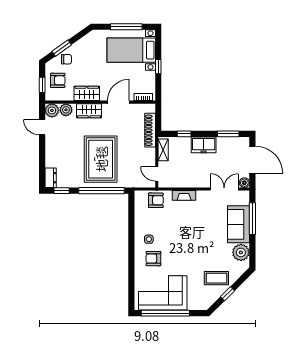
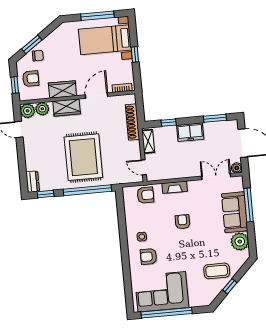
armchair: (188, 229) -> (182, 222), added

